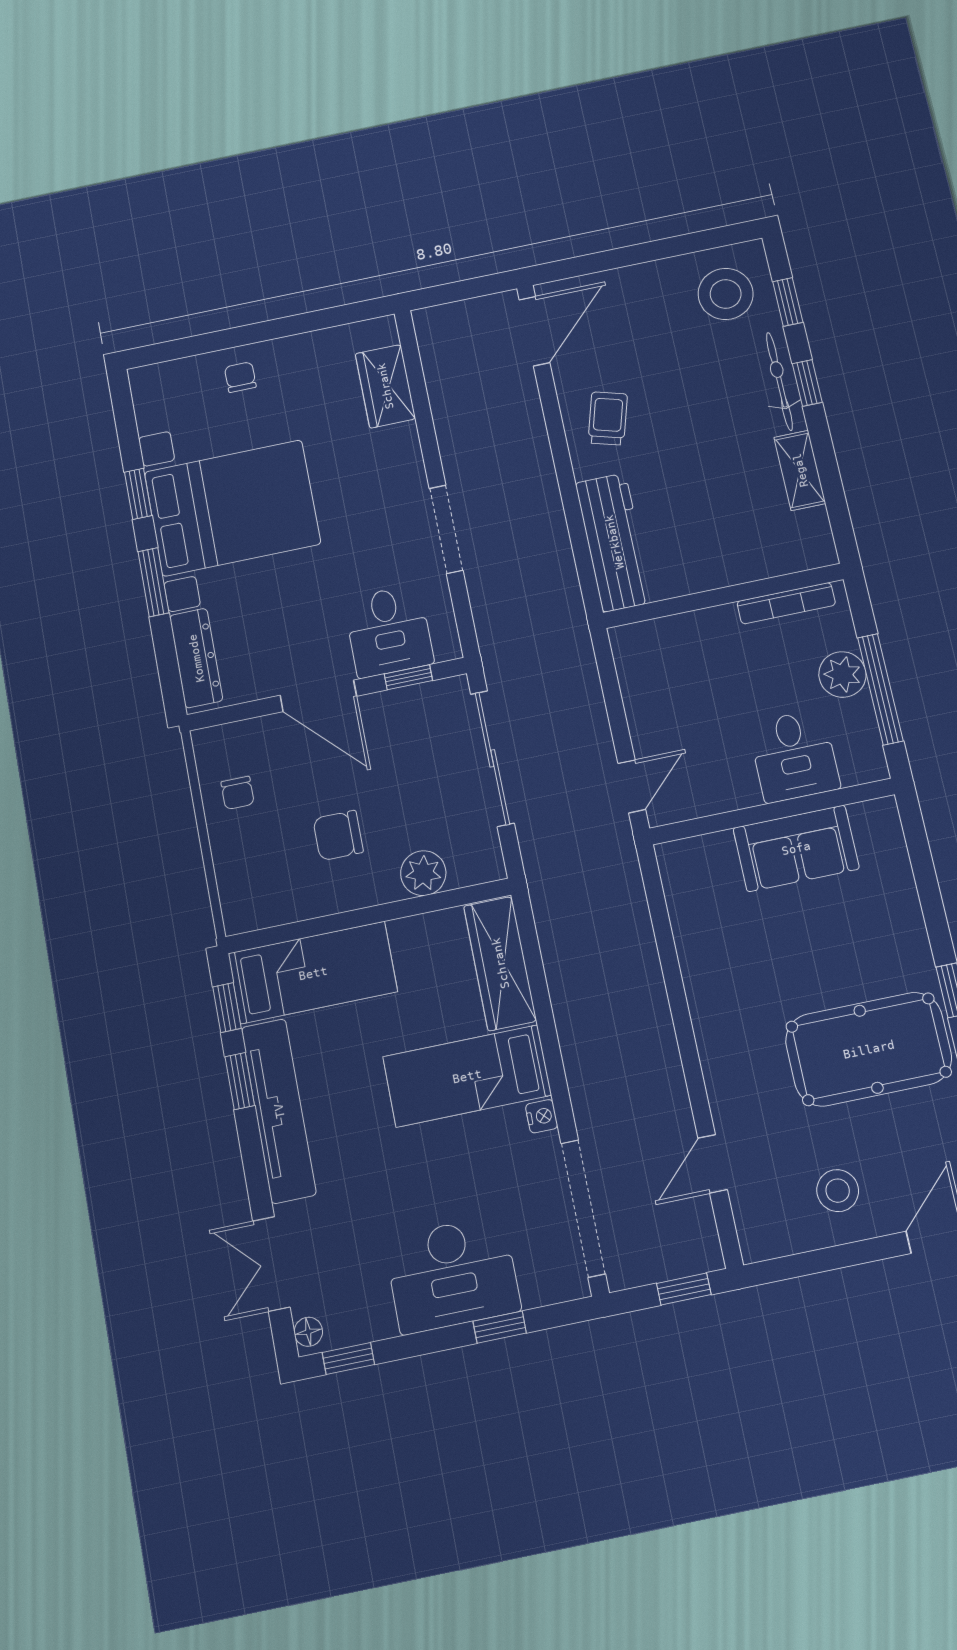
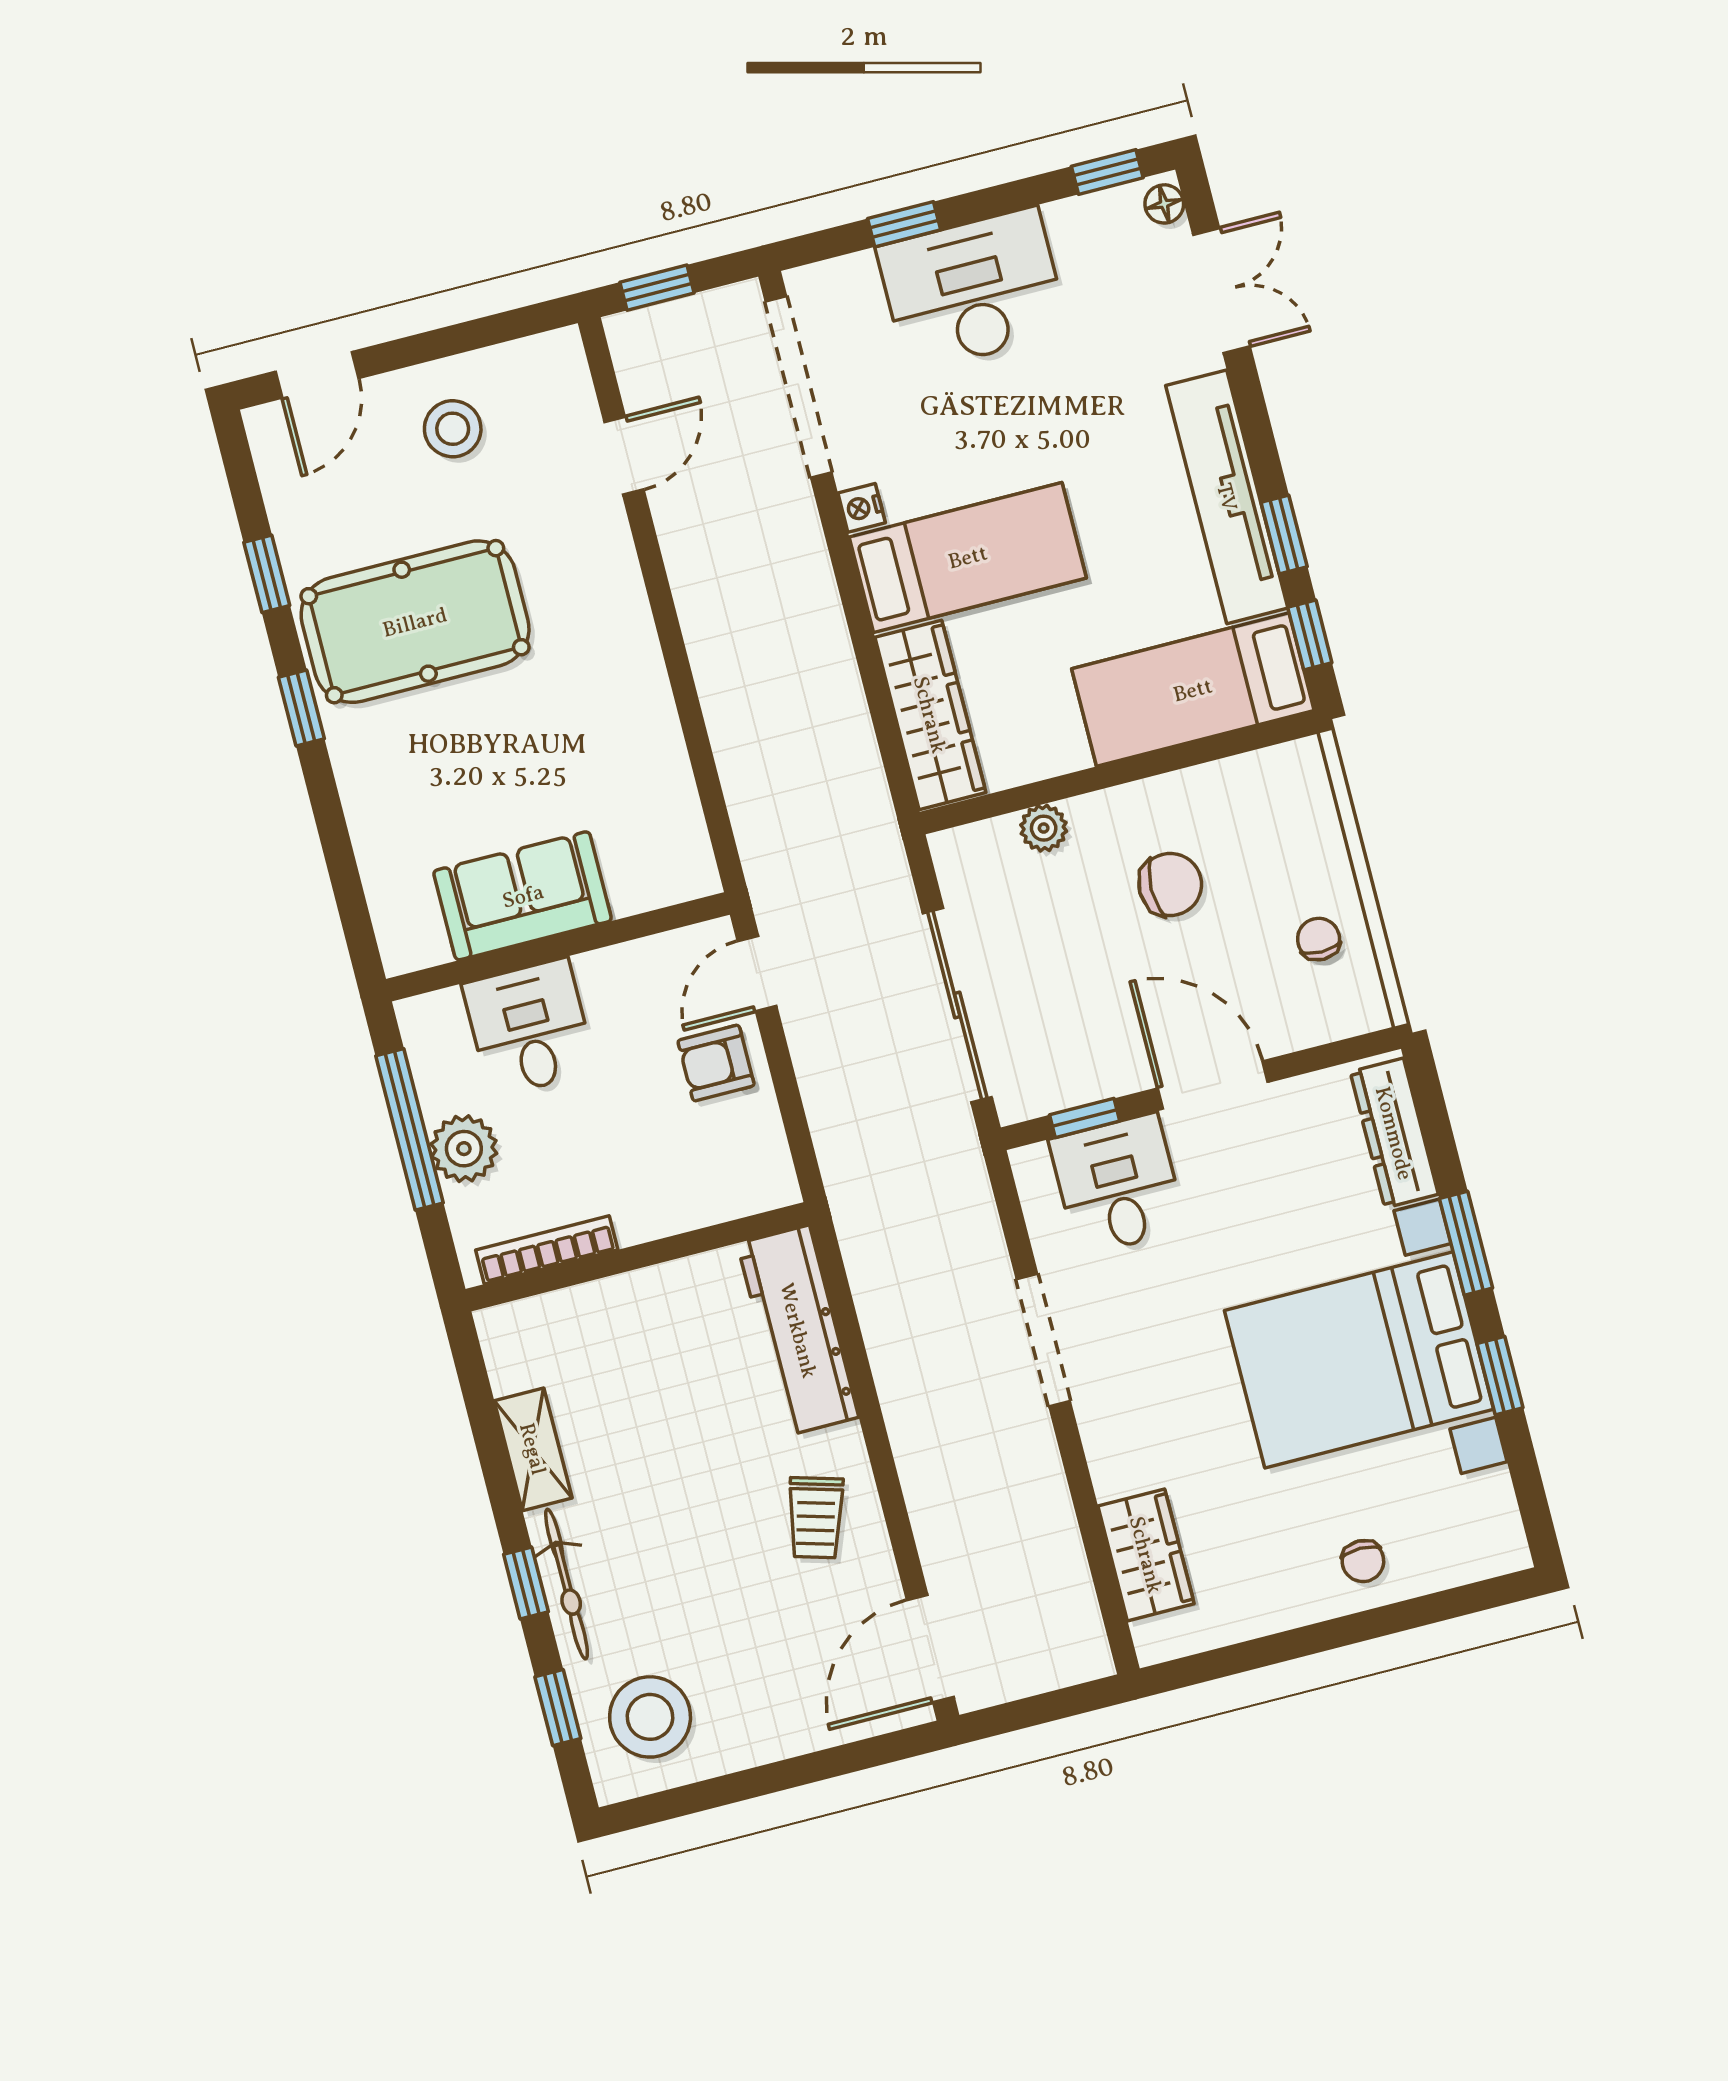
armchair: (663, 726) -> (716, 1063), added
plant: (423, 873) -> (1044, 828), width x0.73, depth x0.73

